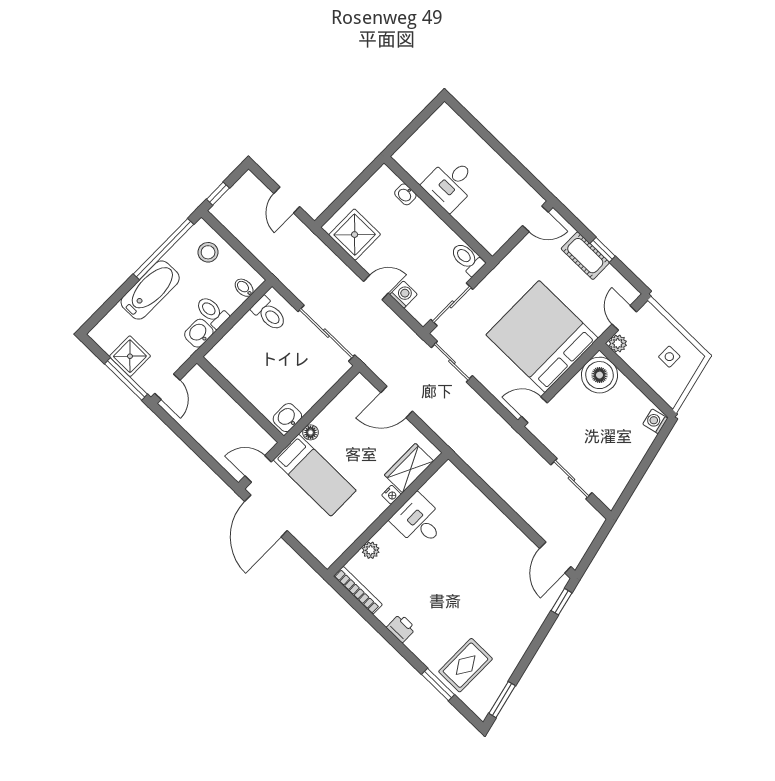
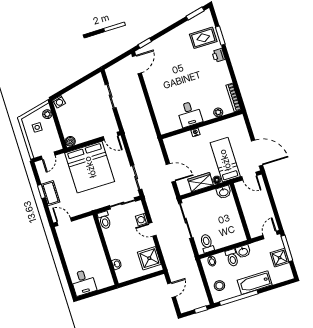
desk: (450, 184) -> (83, 282), moved, turned 90
plant: (618, 343) -> (47, 114), moved
boiler: (599, 375) -> (70, 141), width x0.54, depth x0.54
wardrobe: (409, 468) -> (201, 182), moved, turned 180
door: (266, 516) -> (257, 153), hinge flipped
printer: (401, 628) -> (219, 55), moved

